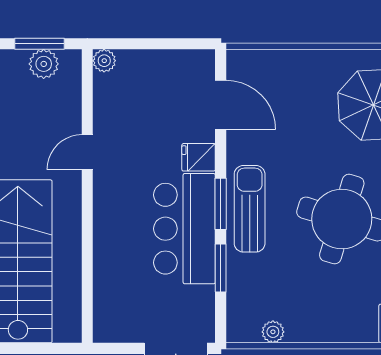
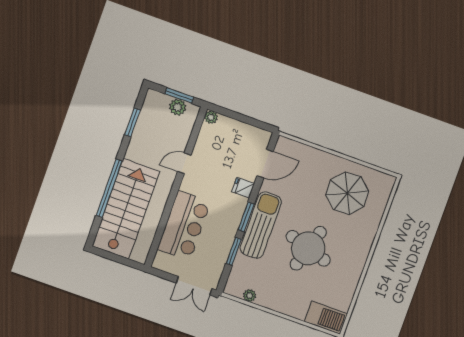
door: (221, 105) -> (265, 164), hinge flipped
sun lounger: (250, 209) -> (261, 225), width x1.36, depth x1.34
bar counter: (184, 229) -> (184, 226), moved, turned 180

